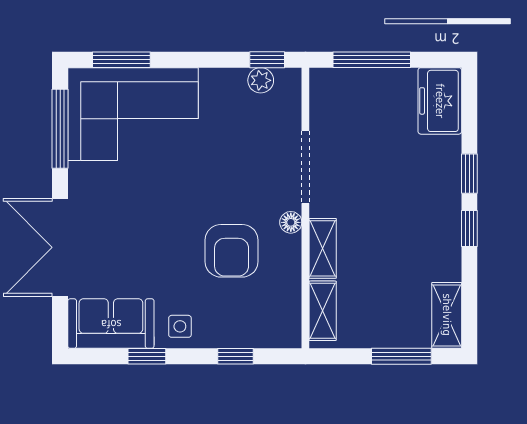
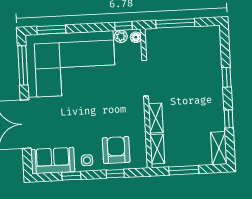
freezer: (440, 101) -> (210, 42), removed
corner sofa: (133, 114) -> (71, 64), width x1.36, depth x1.36
floor lamp: (291, 222) -> (136, 37), moved
window: (469, 228) -> (229, 119), moved
armchair: (232, 251) -> (116, 150), moved, turned 180
window: (401, 356) -> (184, 170), moved

